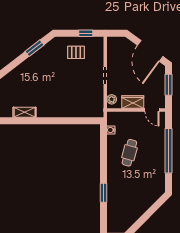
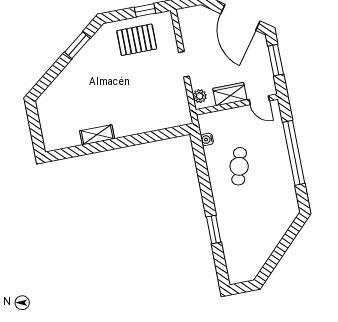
pallet: (76, 52) -> (137, 40), width x1.50, depth x1.42
shelving: (25, 112) -> (97, 135), moved

